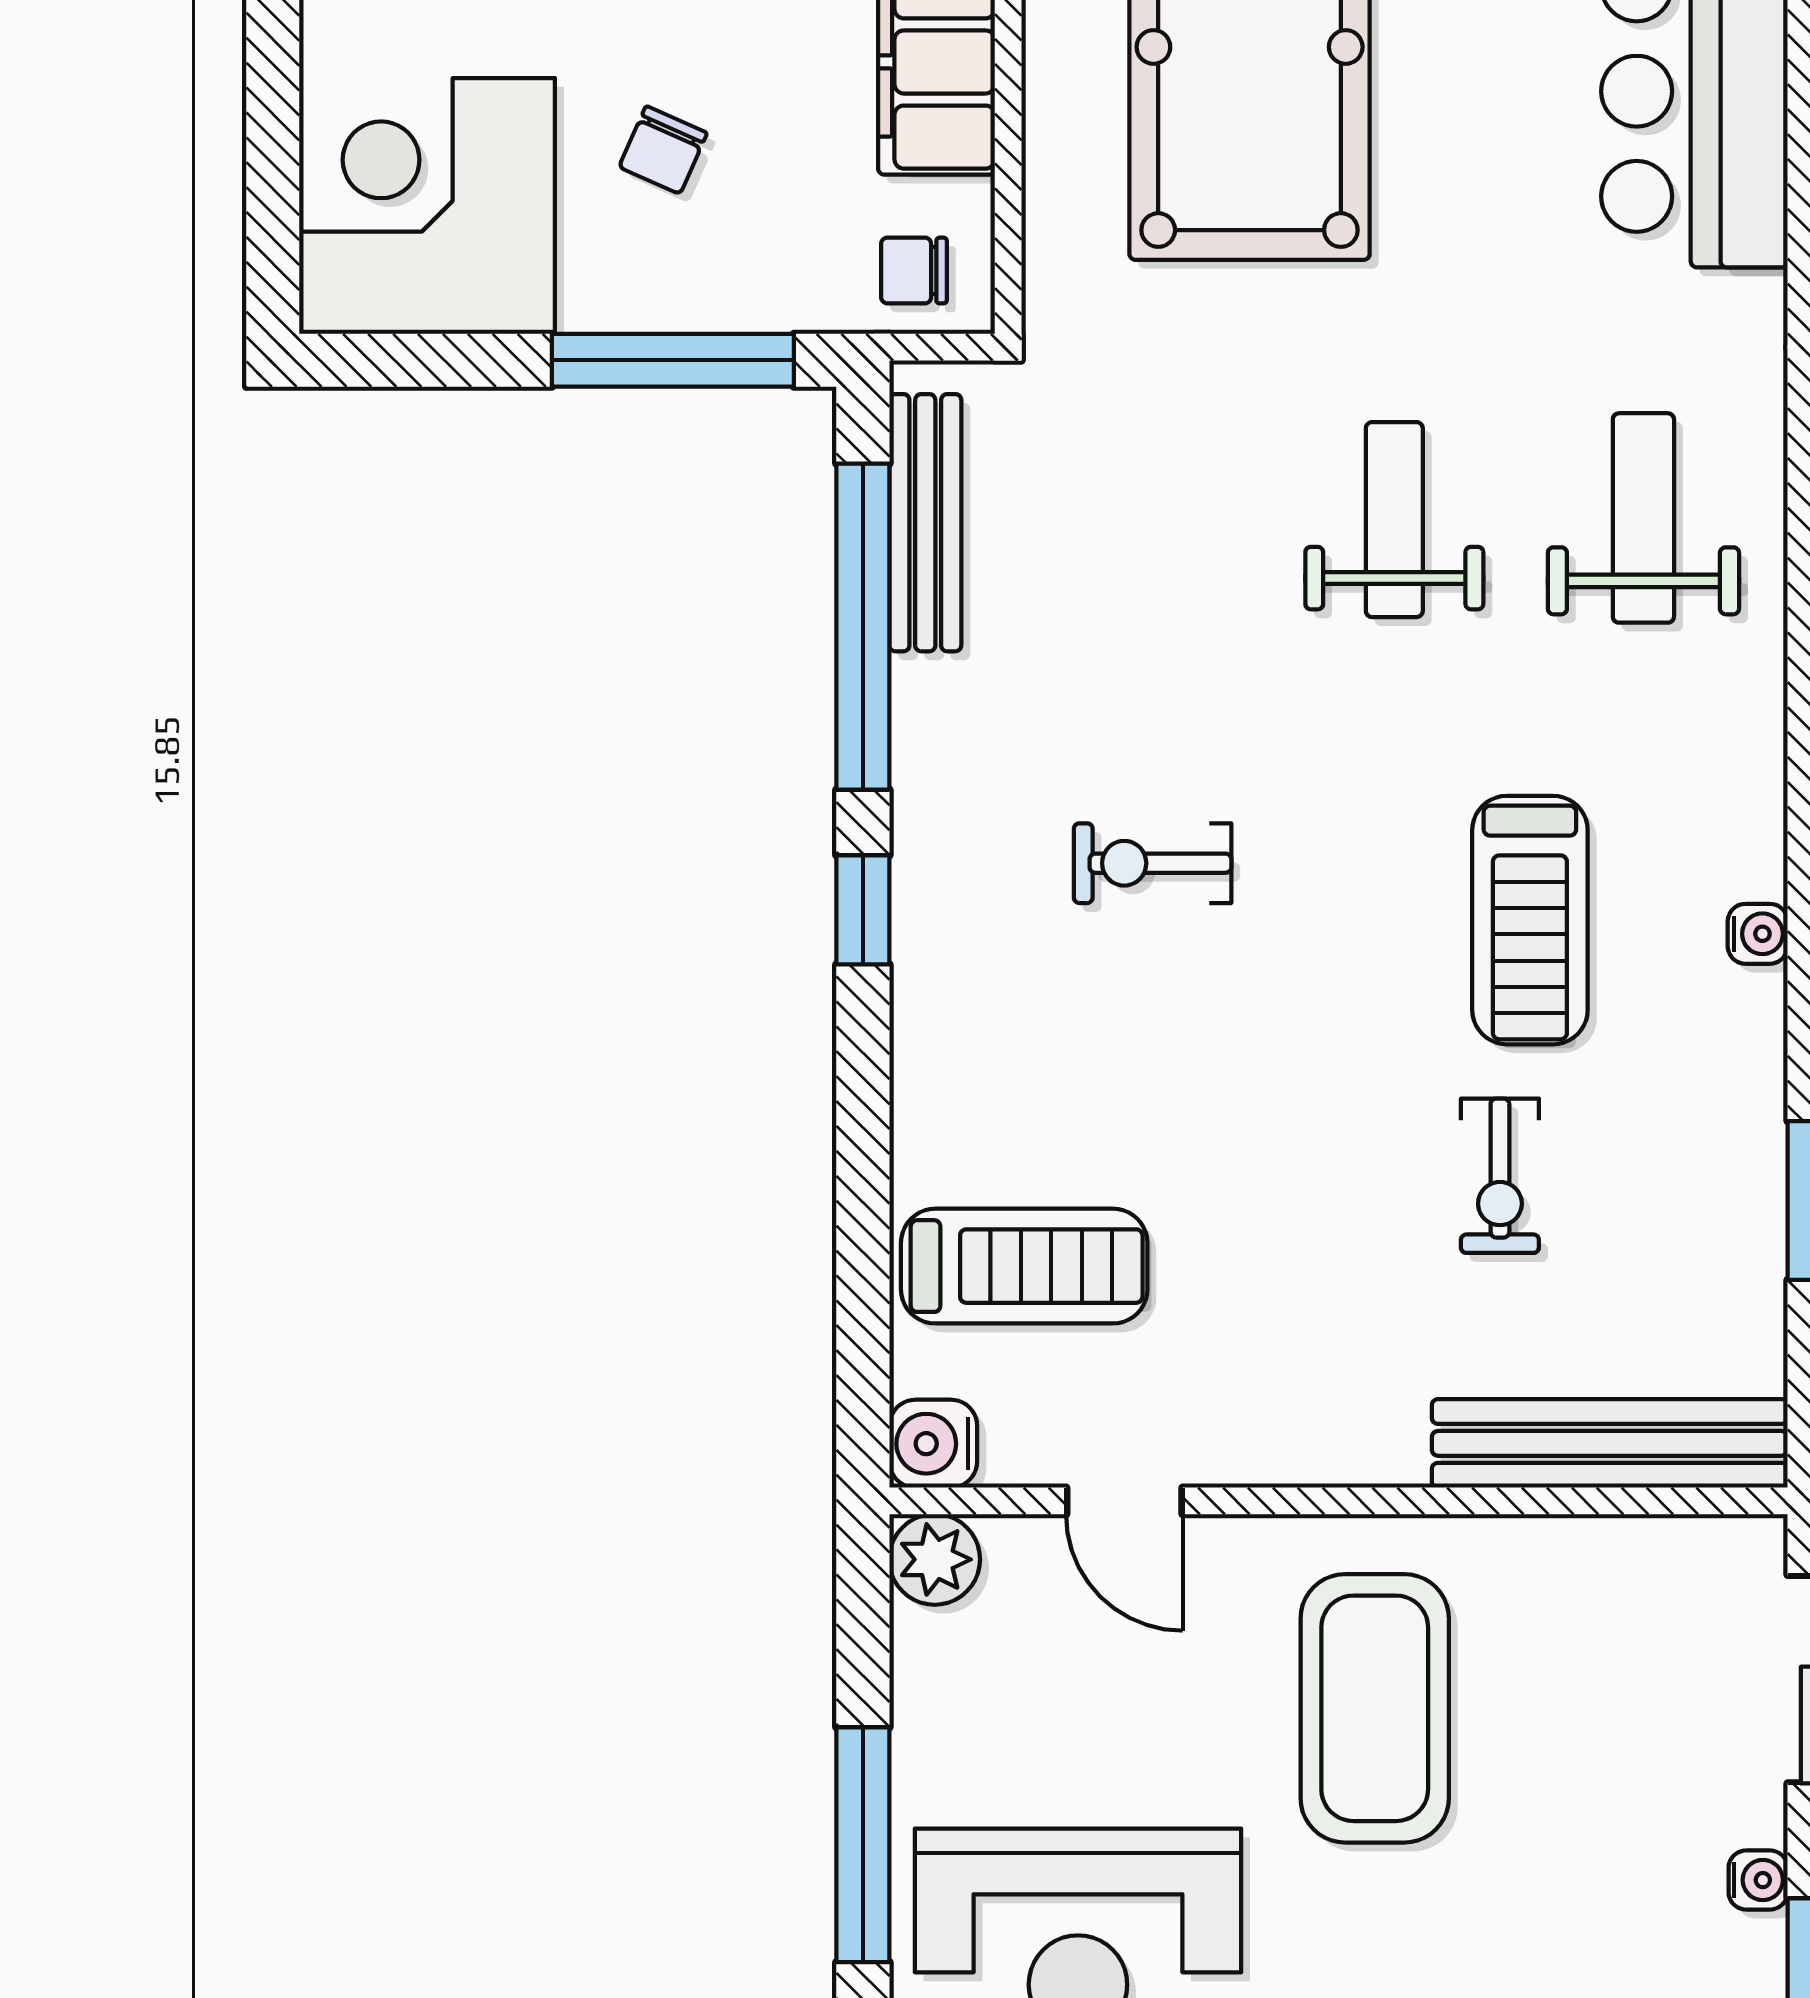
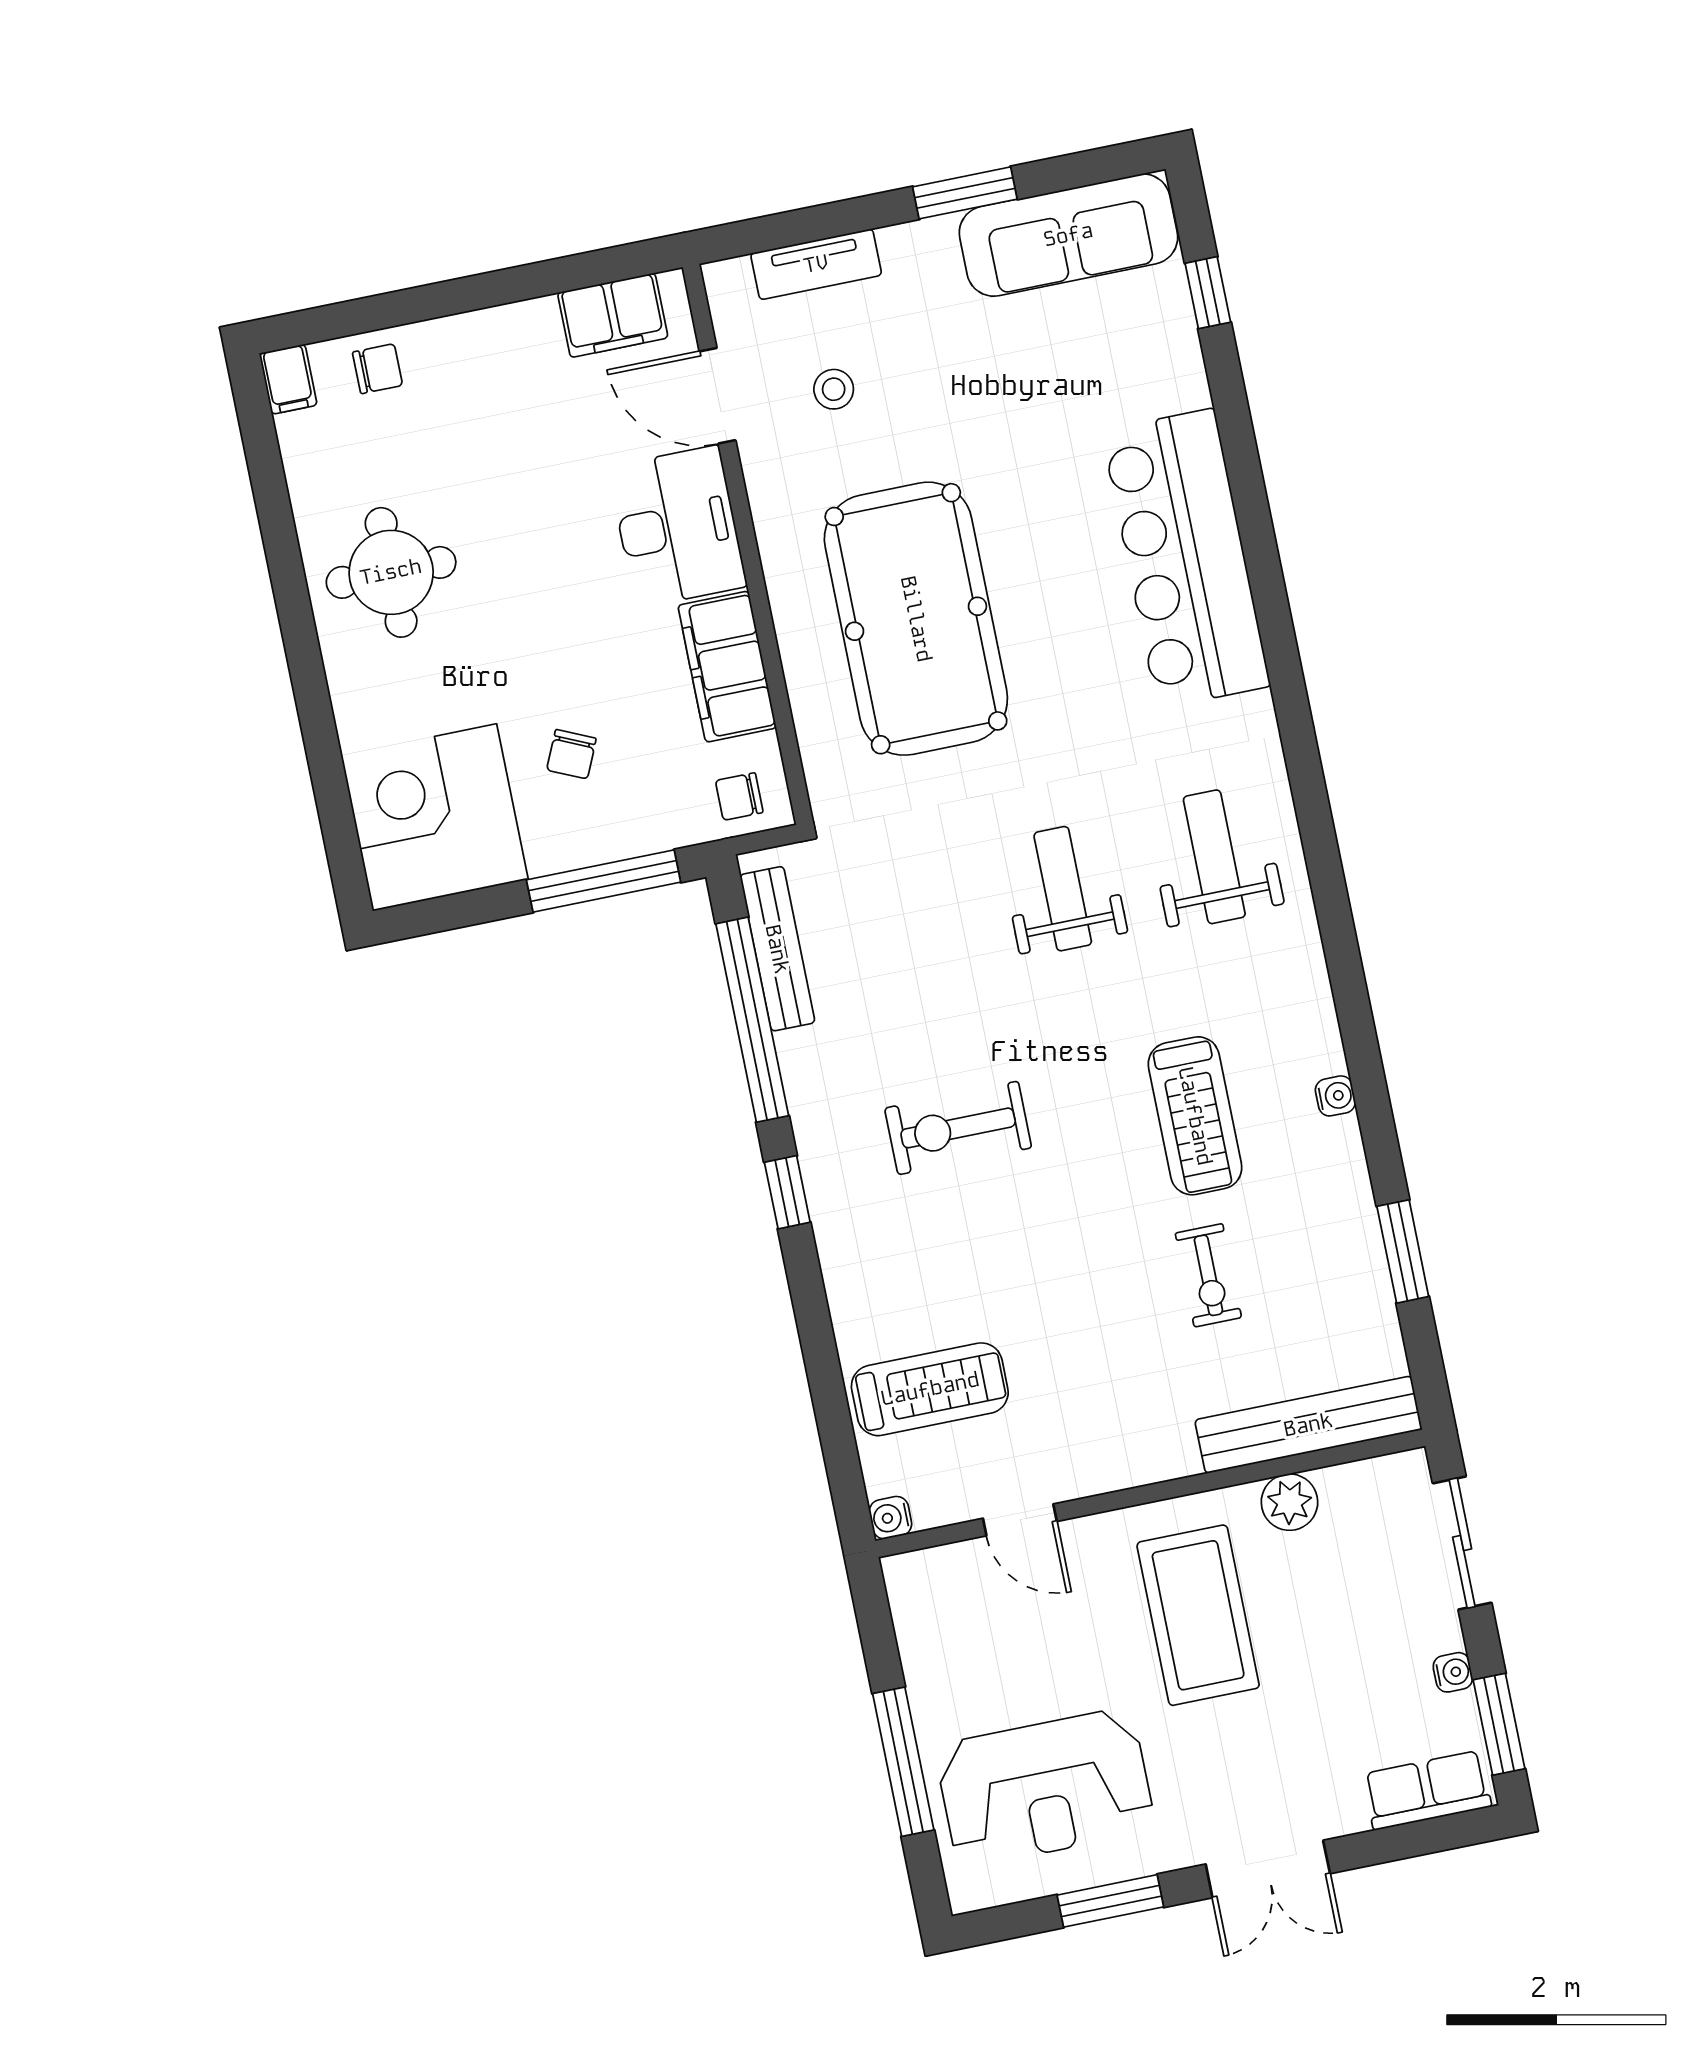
exercise bike: (1153, 863) -> (958, 1128), width x1.38, depth x1.39
water cooler: (933, 1444) -> (890, 1518), width x0.72, depth x0.72
plant: (935, 1559) -> (1290, 1502), moved

